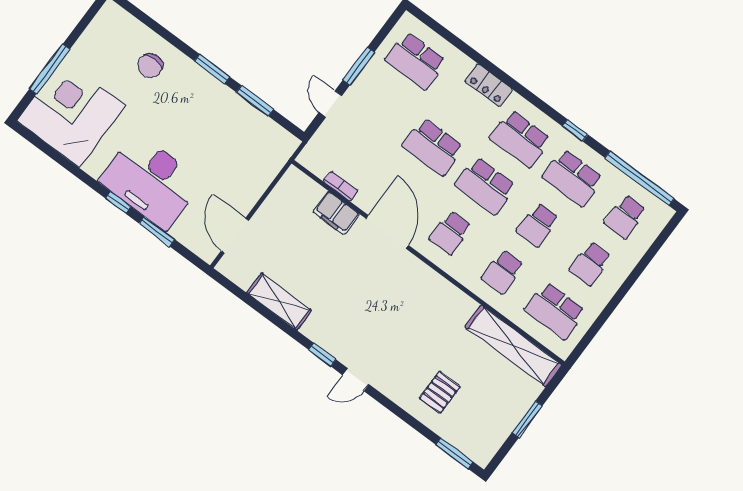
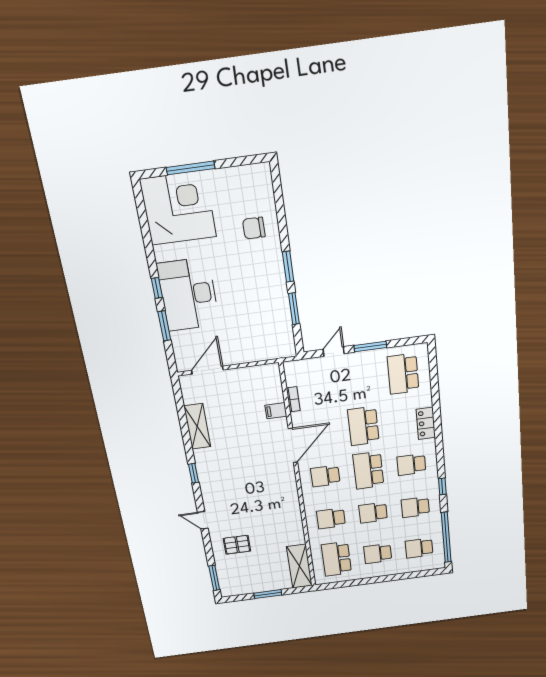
school desk: (520, 139) -> (411, 465), width x0.54
school desk: (573, 178) -> (415, 507), width x0.54
filing cabinet: (336, 213) -> (276, 411), width x0.50
shelving: (513, 346) -> (299, 566), width x0.68
door: (356, 380) -> (203, 520), moved

